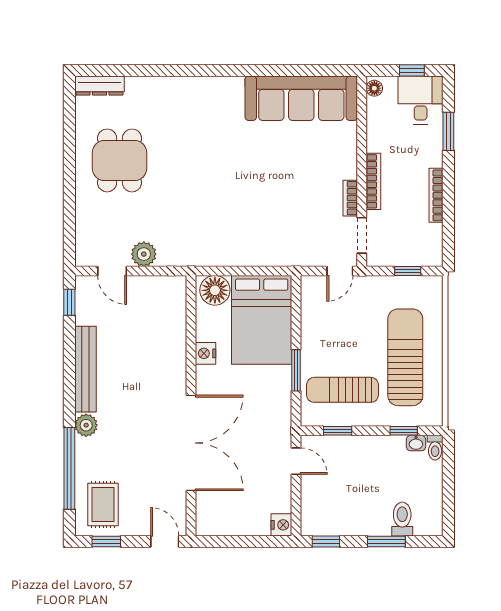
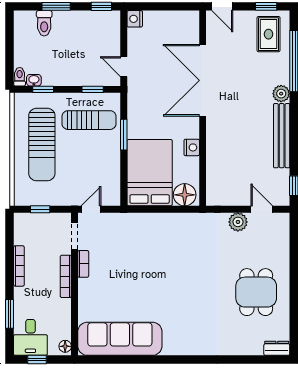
dresser: (100, 86) -> (277, 348), width x0.70

